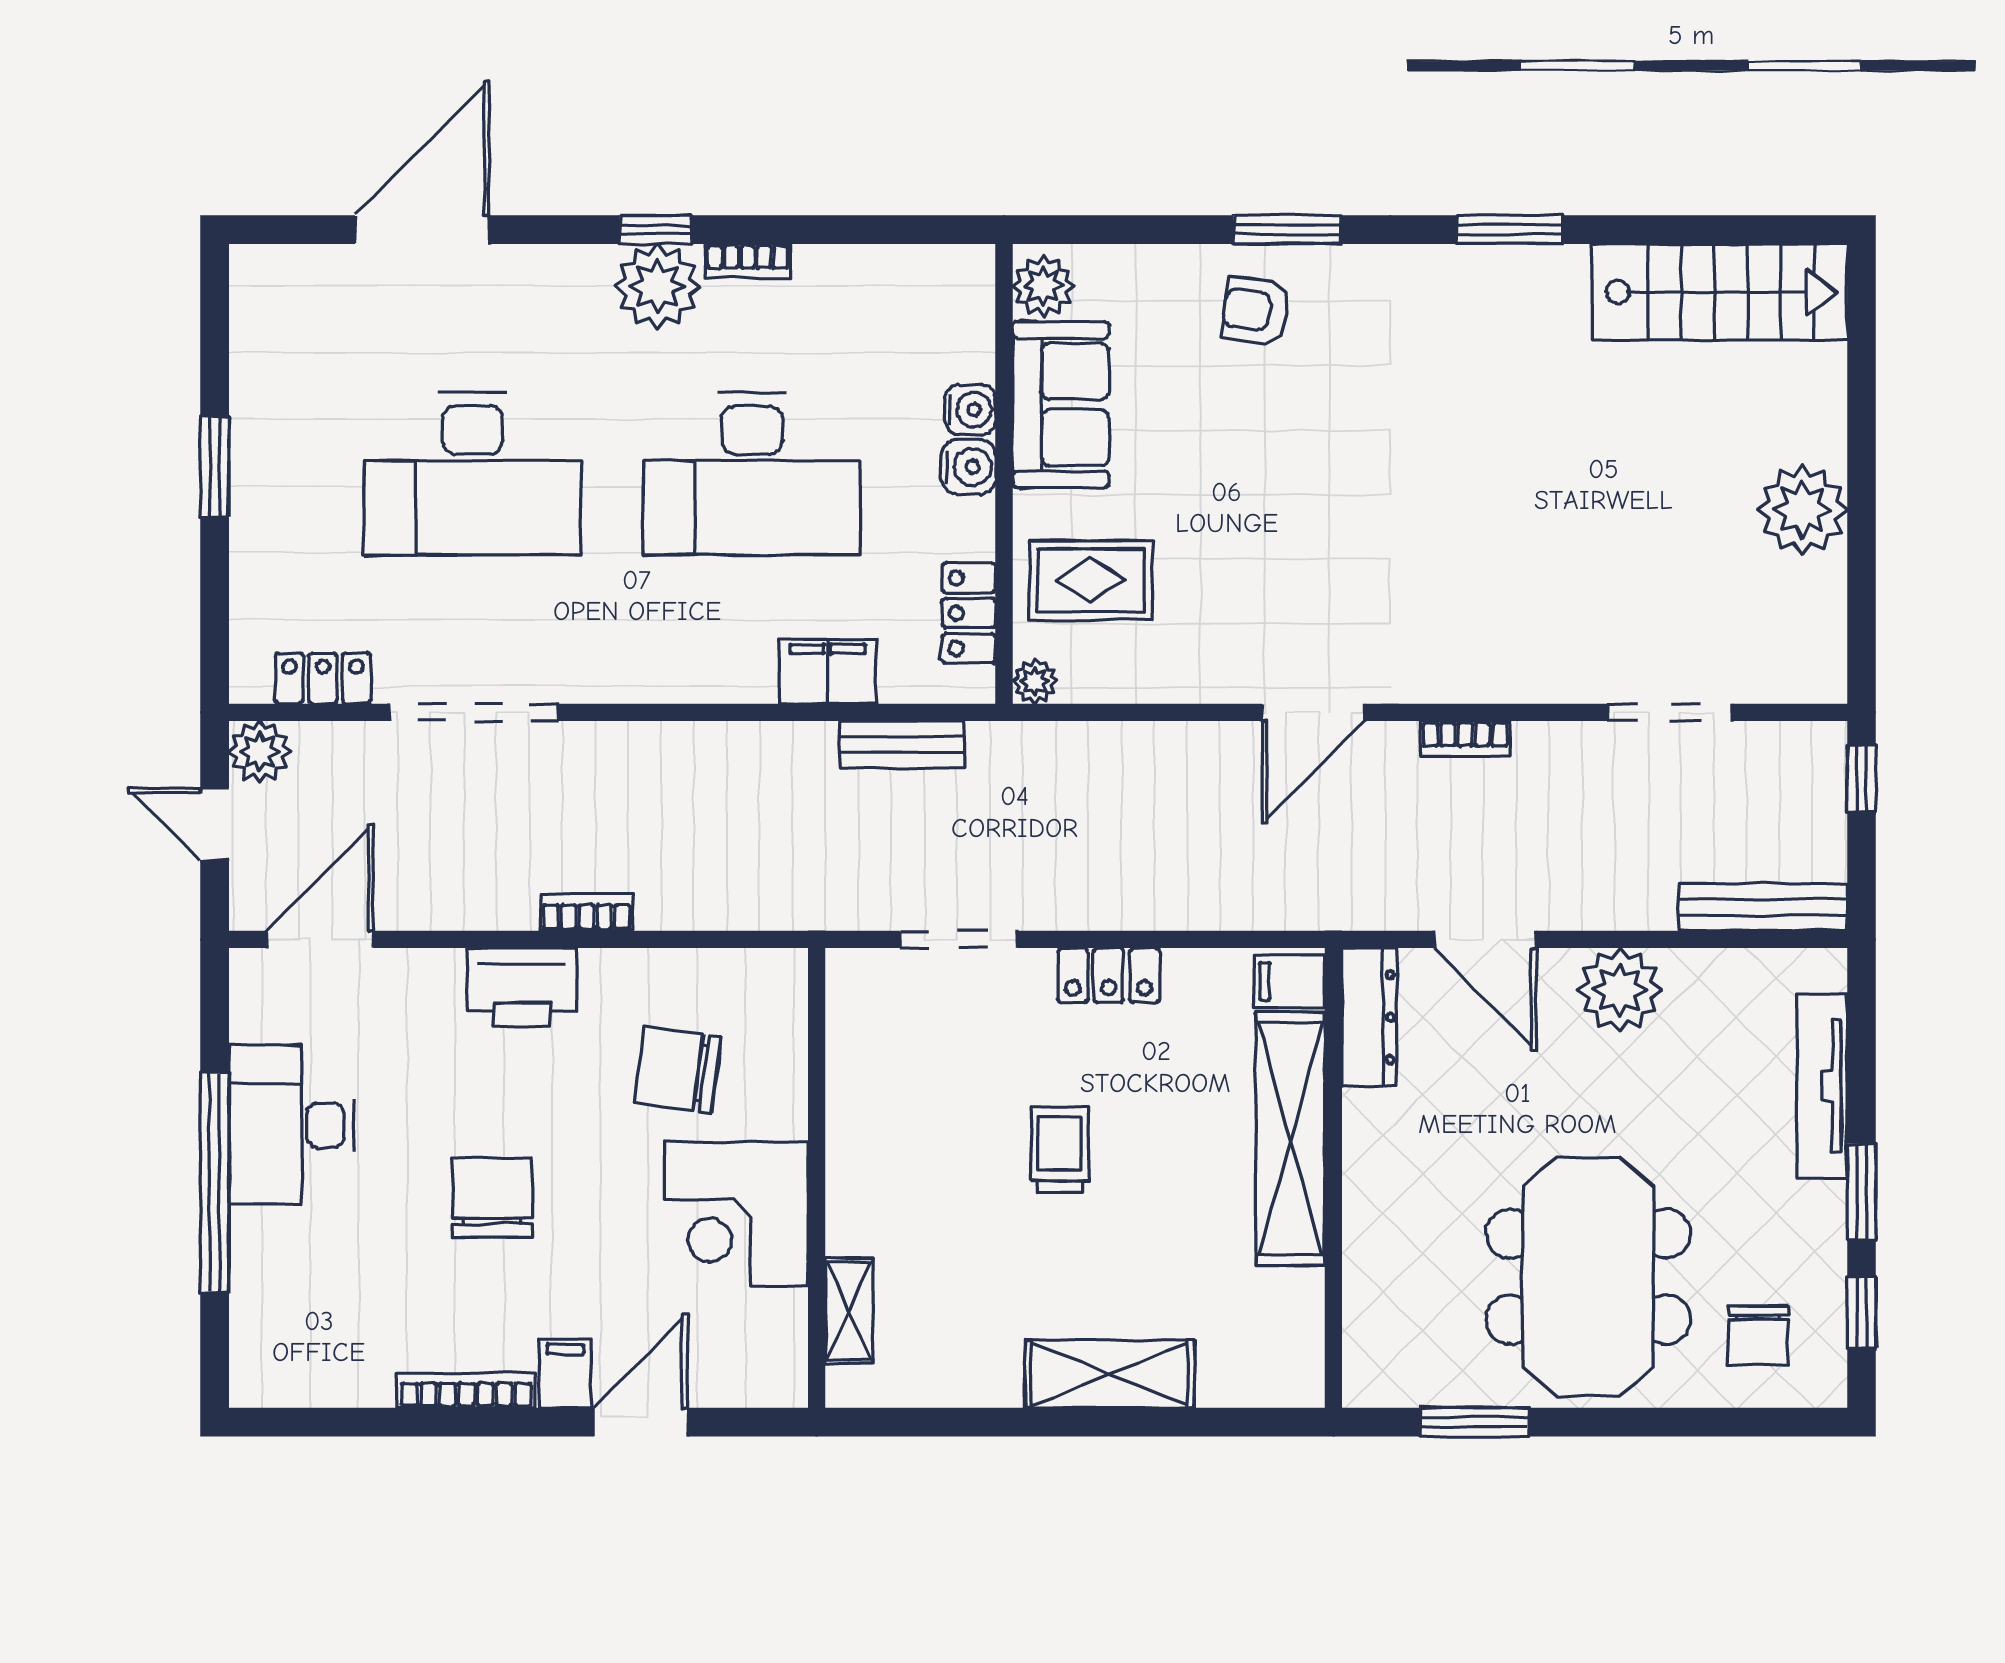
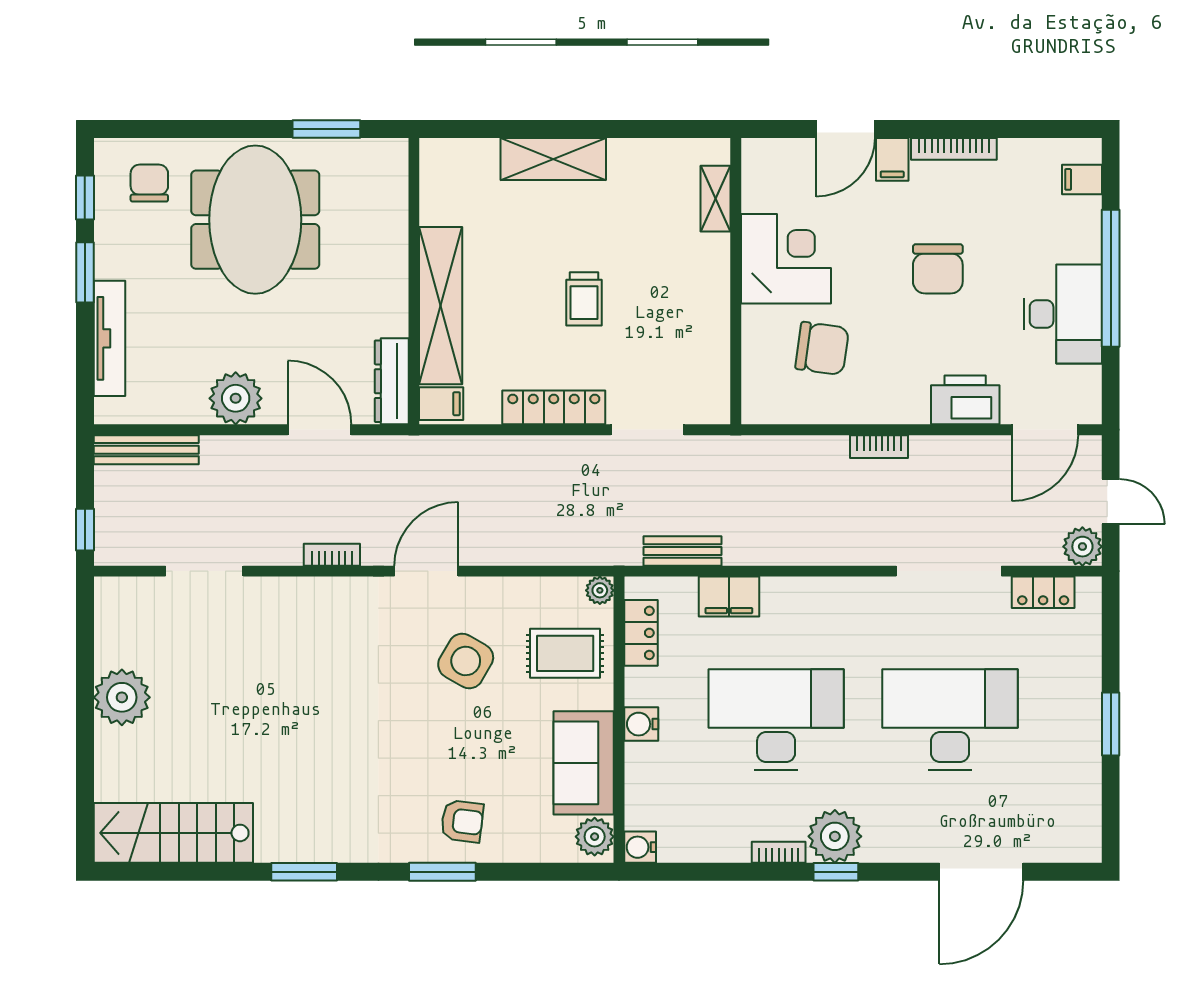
water cooler: (970, 410) -> (640, 847), moved
side table: (1250, 568) -> (466, 661), added
locker: (1109, 975) -> (554, 407), width x1.53
printer: (522, 987) -> (965, 400), moved
filing cabinet: (261, 1341) -> (1082, 179), added

